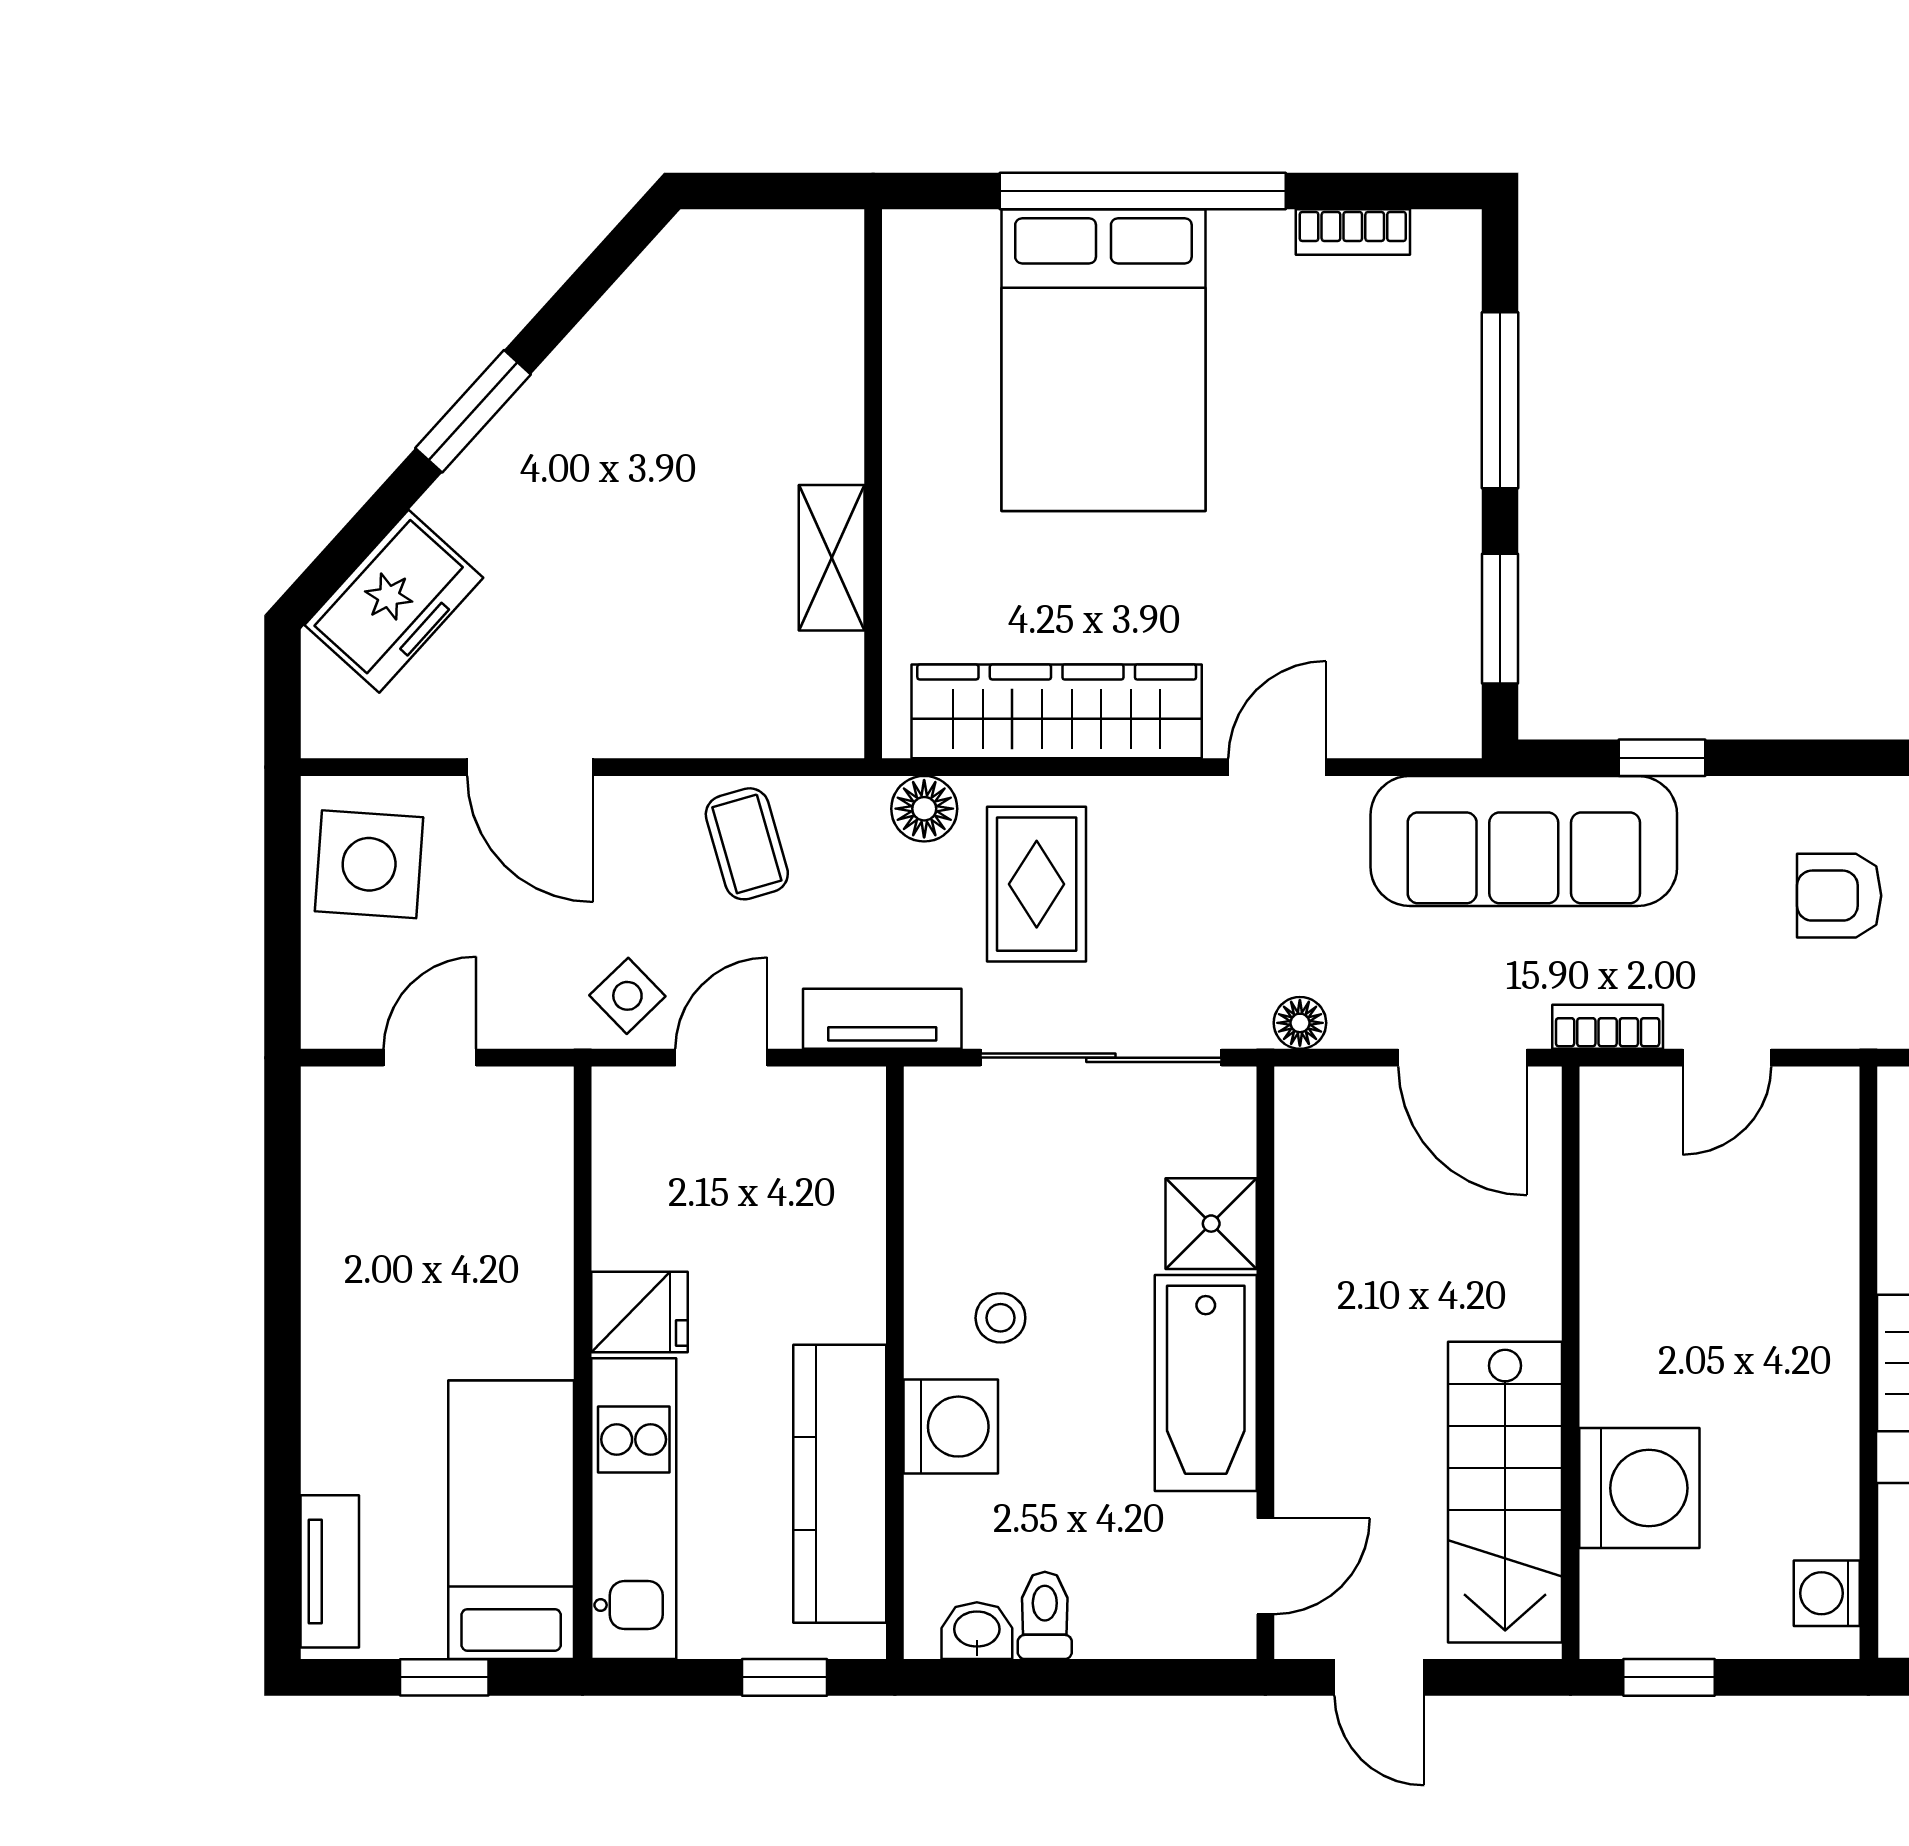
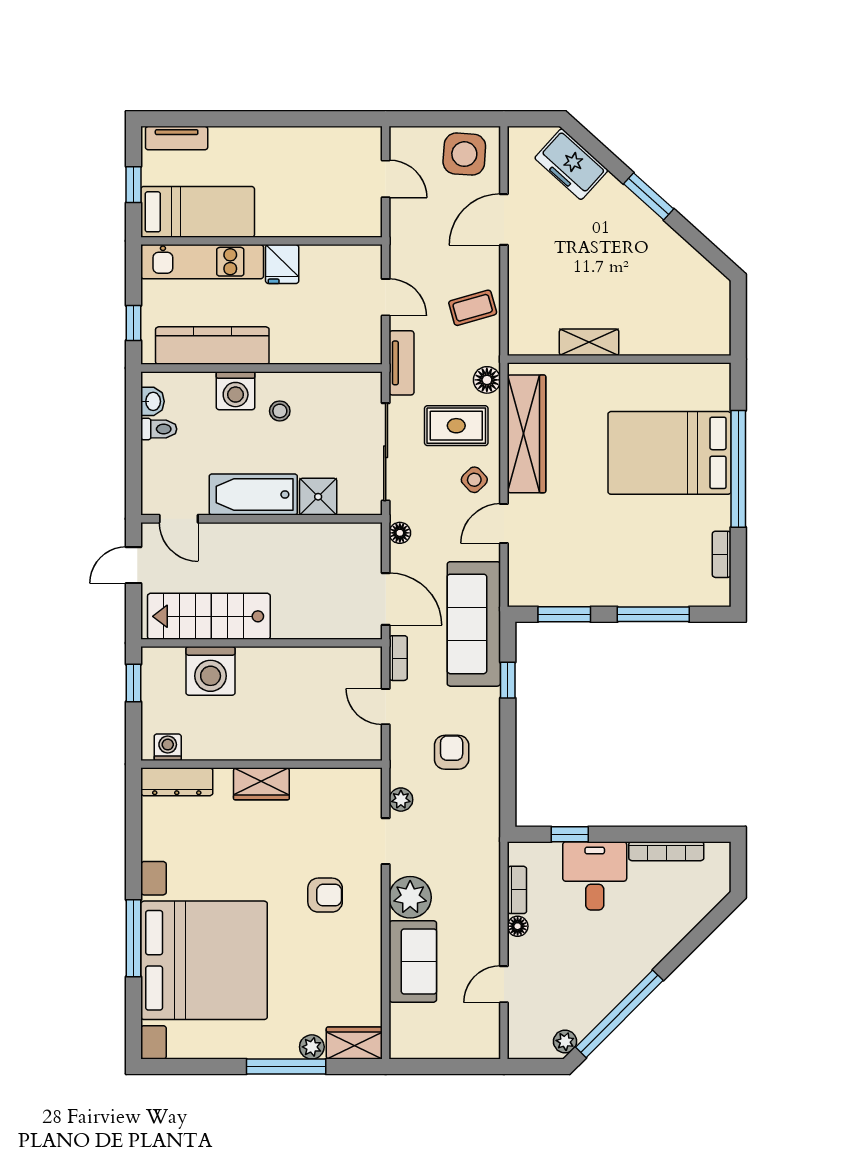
door: (1277, 767) -> (504, 524), swing flipped
side table: (627, 996) -> (474, 480), moved
door: (1463, 1058) -> (386, 599), swing flipped

